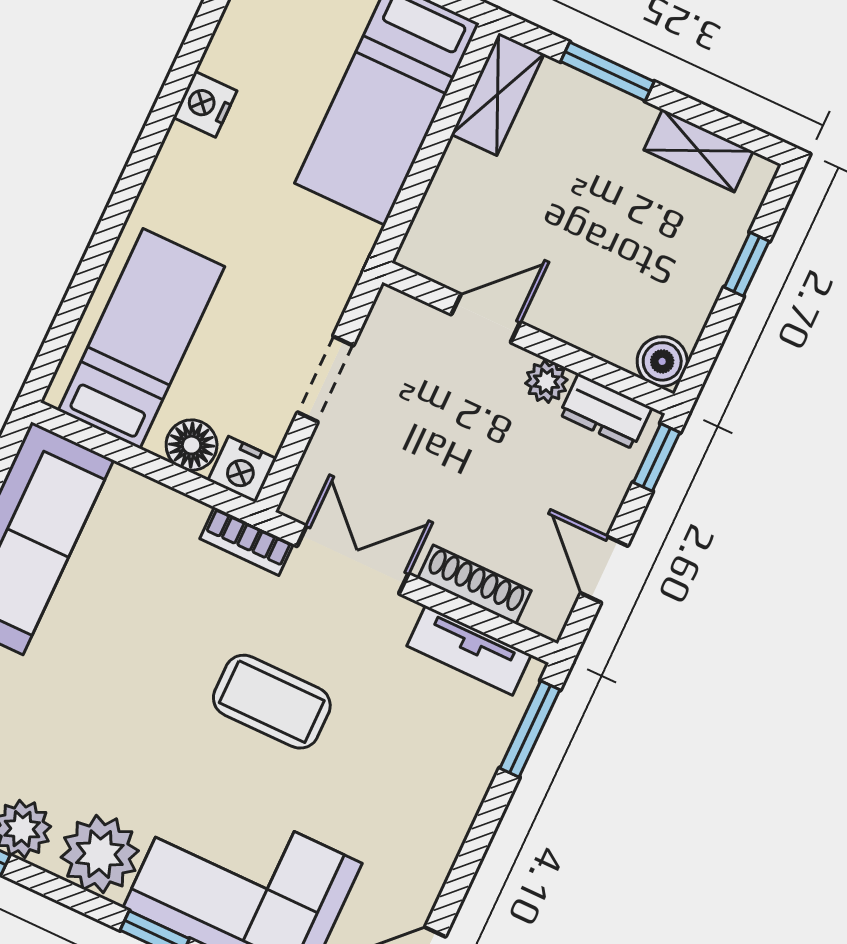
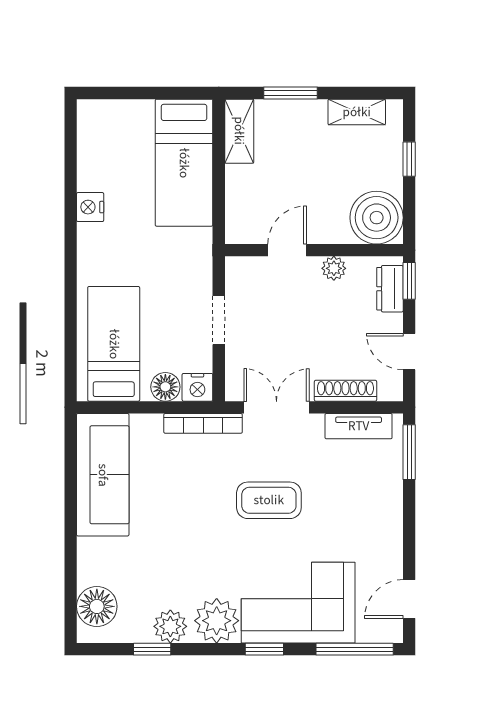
boiler: (662, 361) -> (377, 218), width x1.86, depth x1.86
dresser: (606, 411) -> (390, 289), moved, turned 90
bookcase: (247, 541) -> (203, 423), width x1.56

